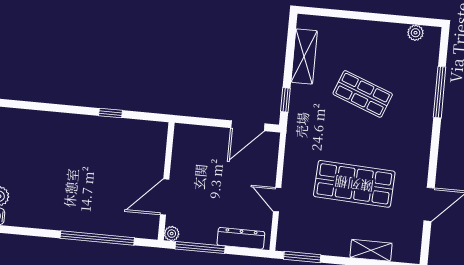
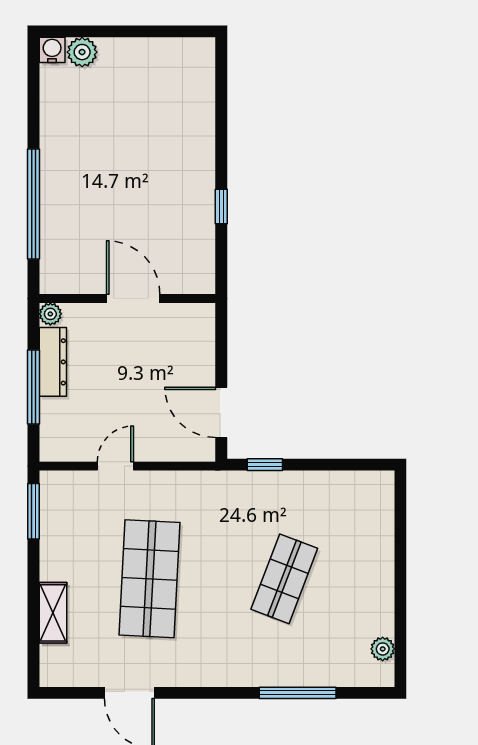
shelving: (304, 56) -> (332, 487), removed
door: (165, 197) -> (133, 299), moved
dresser: (241, 238) -> (53, 362), moved
window: (200, 248) -> (33, 387), moved

